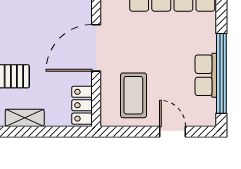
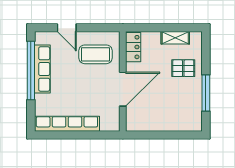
row of seats: (206, 75) -> (42, 69), width x1.48
coffee table: (133, 95) -> (95, 54), turned 90

